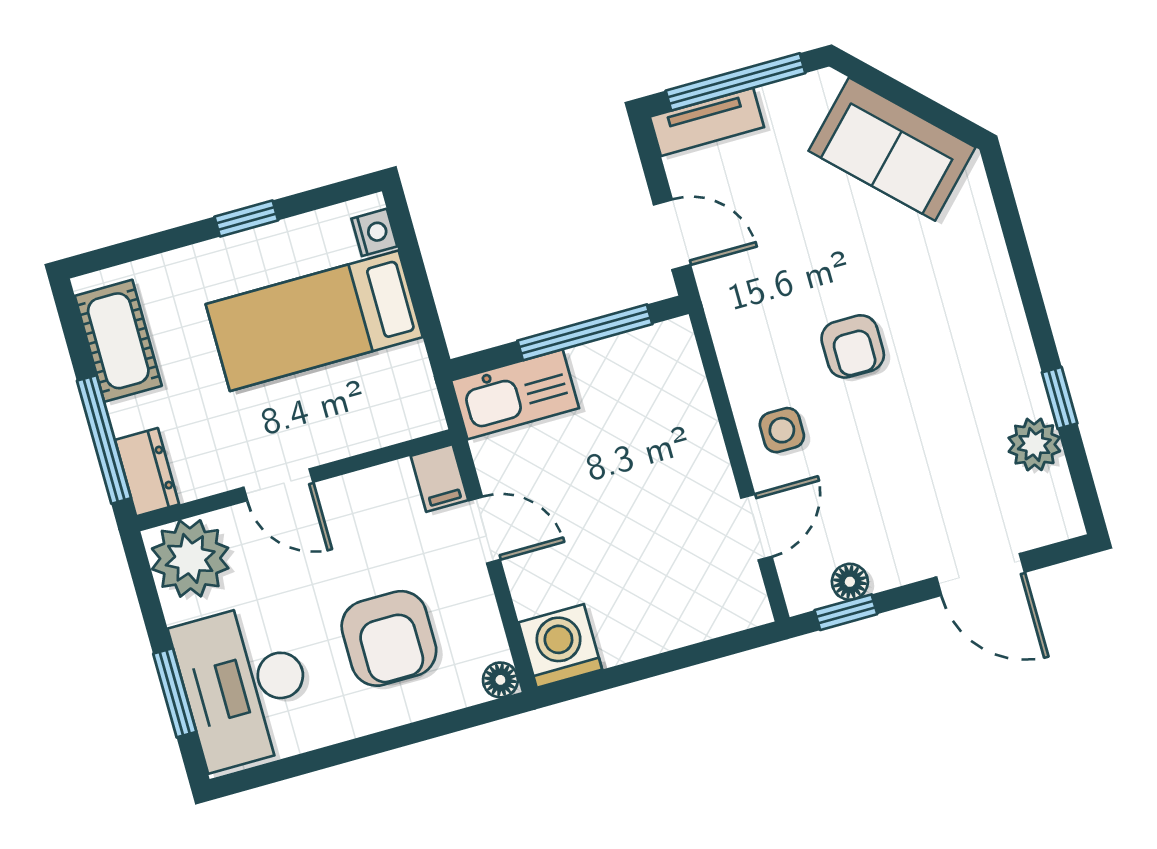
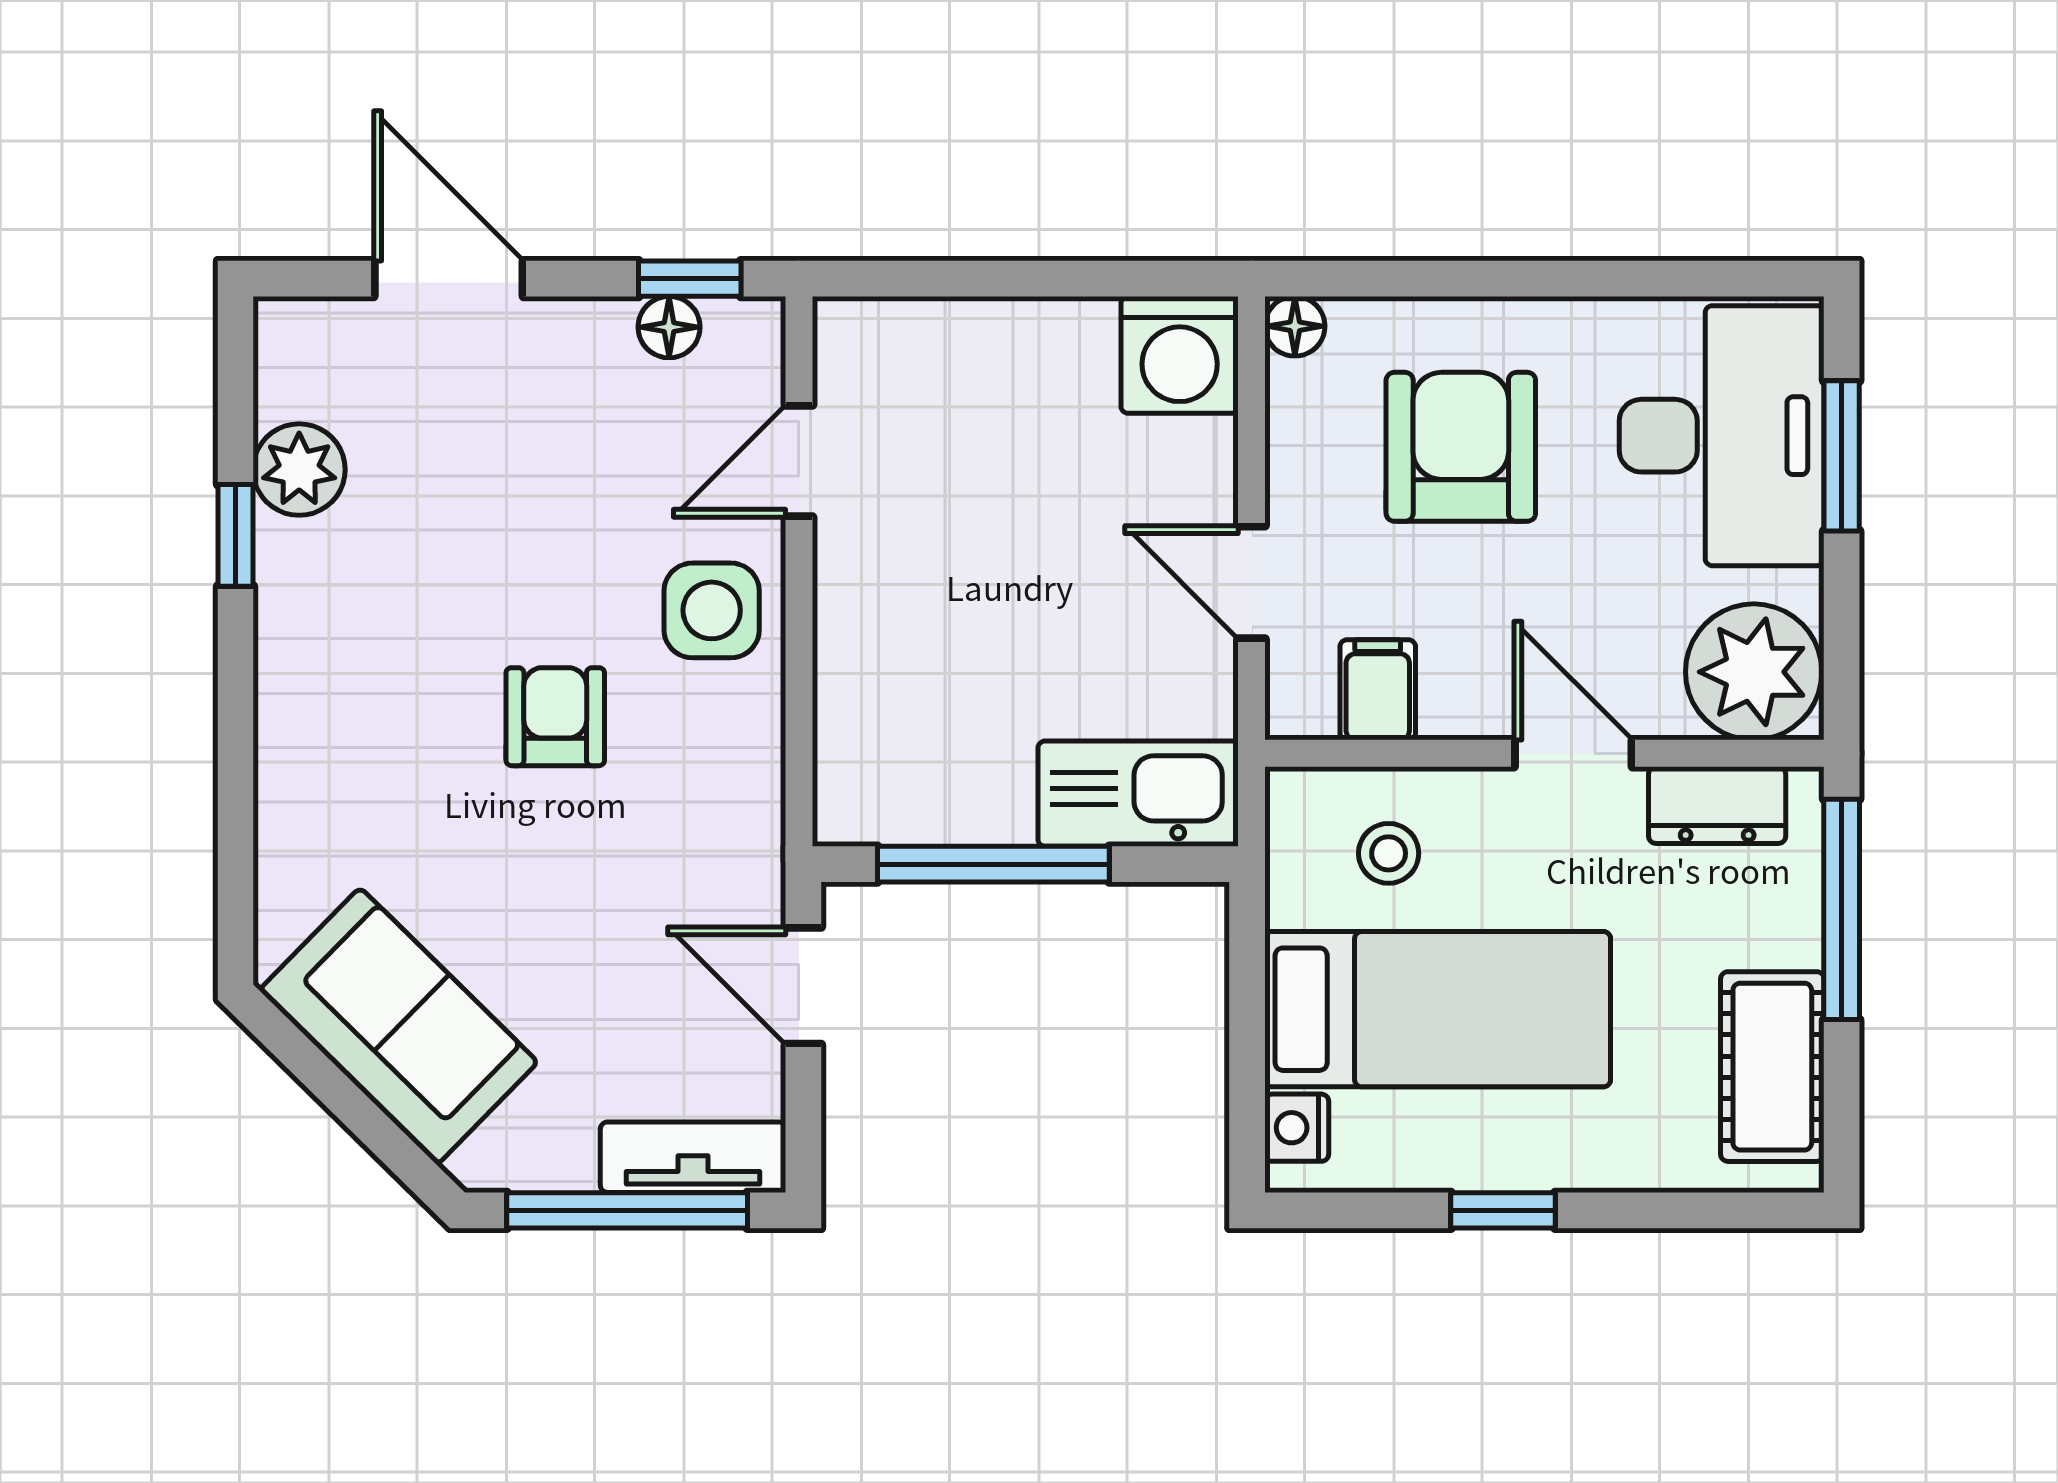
stool: (366, 400) -> (1389, 853), added
side table: (782, 430) -> (712, 610), width x1.37, depth x1.37
dresser: (147, 472) -> (1717, 805), moved, turned -90
filing cabinet: (439, 478) -> (1378, 690), moved

